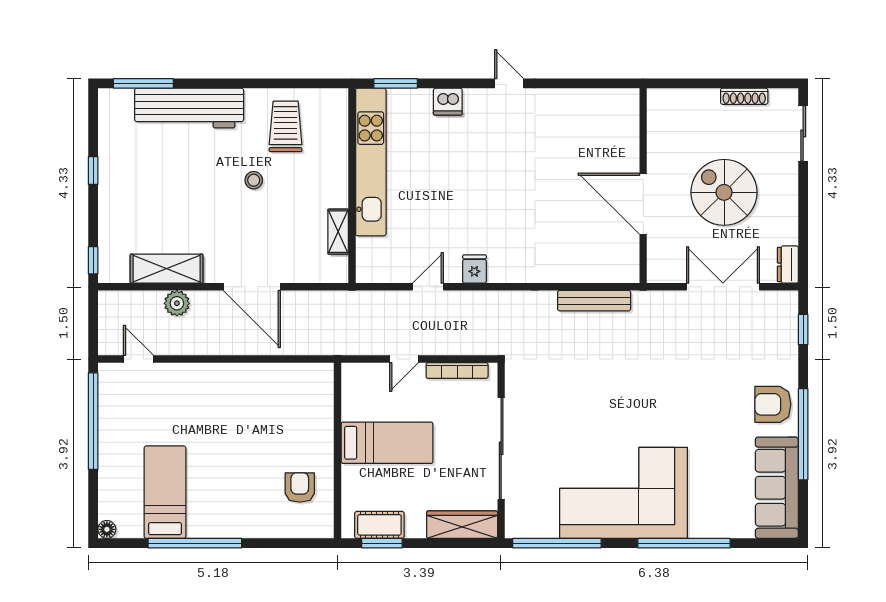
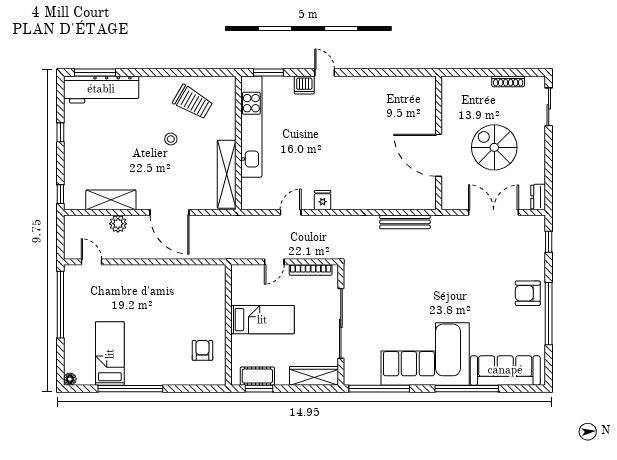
door: (509, 83) -> (325, 72), moved
workbench: (189, 108) -> (101, 89), moved
trolley: (286, 126) -> (193, 102), turned 120
shelving: (338, 232) -> (227, 174), width x2.20, depth x1.33
sofa: (777, 488) -> (505, 370), moved, turned 90

